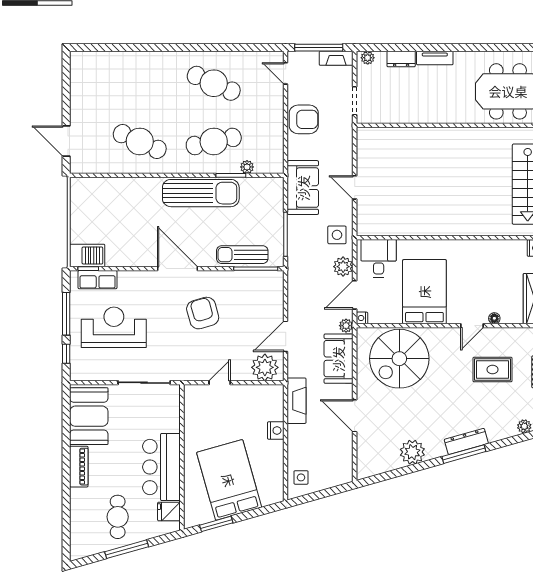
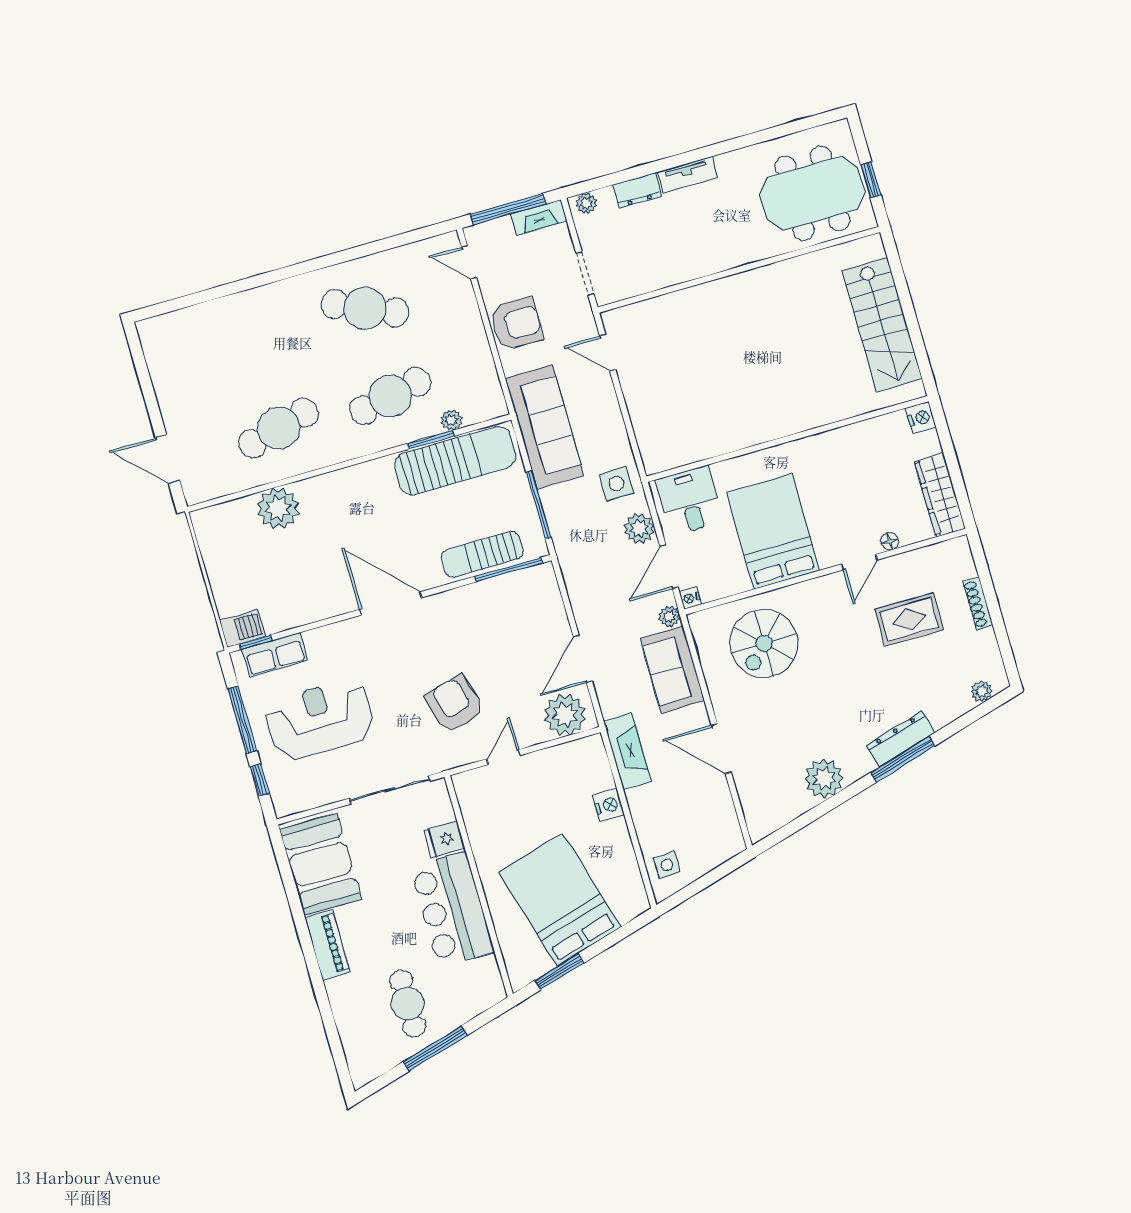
cafe table: (140, 141) -> (279, 428), turned -39
door: (355, 187) -> (608, 353), moved
sofa: (303, 188) -> (545, 427), width x1.36
plant: (125, 191) -> (278, 508), added
sun lounger: (201, 193) -> (455, 461), moved
barbecue: (87, 255) -> (242, 628), width x0.73, depth x0.79
armchair: (203, 313) -> (455, 704), moved
spiral stairs: (399, 359) -> (764, 643), width x0.73, depth x0.73
fridge: (169, 511) -> (444, 839), moved

